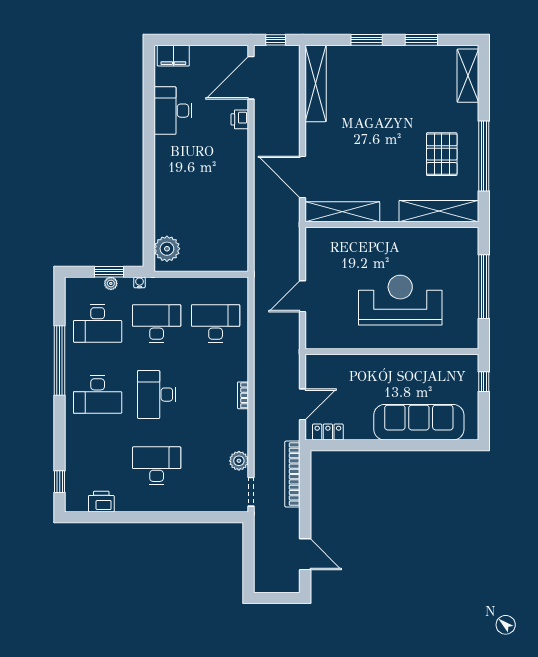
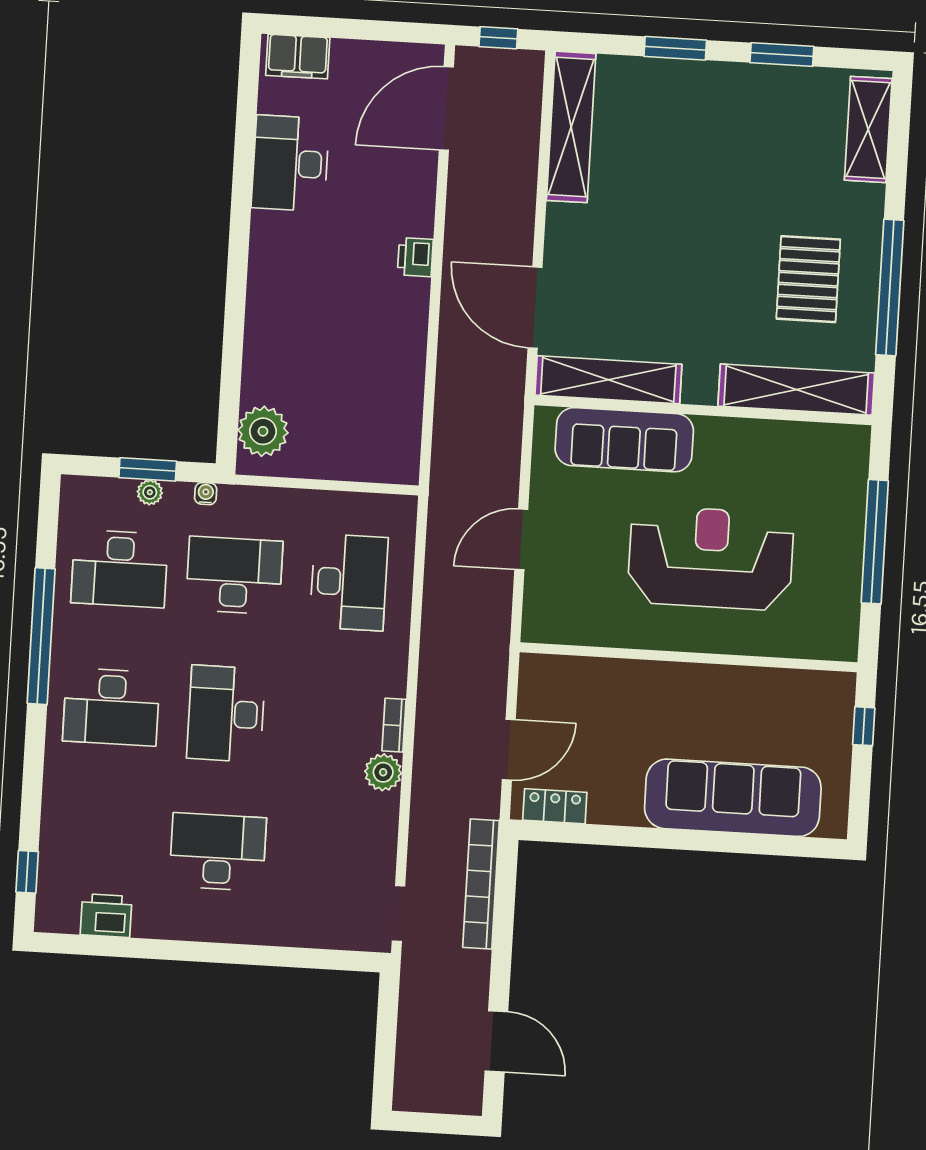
printer: (240, 119) -> (415, 257), moved
sofa: (352, 242) -> (624, 440), added
desk: (216, 323) -> (349, 582), turned 90
plant: (239, 461) -> (383, 772), moved

